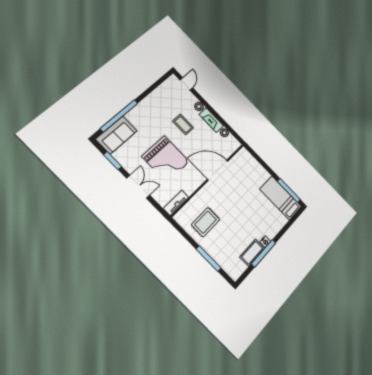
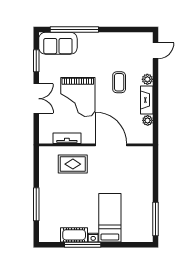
bed: (281, 198) -> (110, 218), moved
tv unit: (176, 203) -> (67, 138), moved
rug: (206, 222) -> (73, 164), moved

